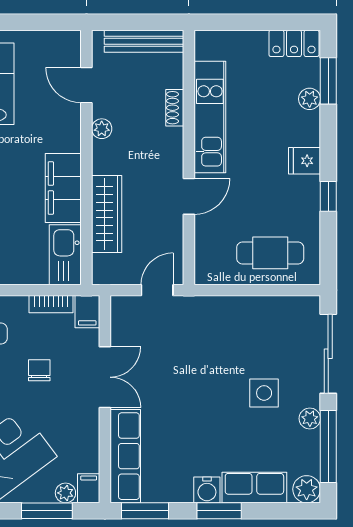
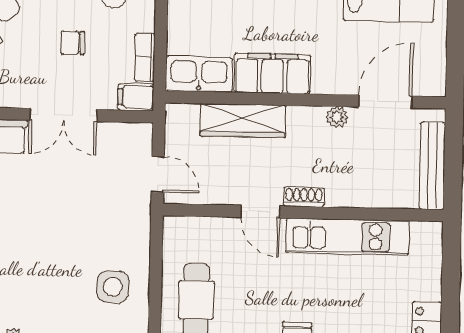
door: (86, 85) -> (385, 101), width x1.38
shoe rack: (175, 108) -> (304, 197), moved
chair: (39, 370) -> (72, 43), turned 180
side table: (264, 393) -> (113, 287), moved

